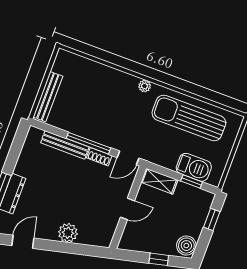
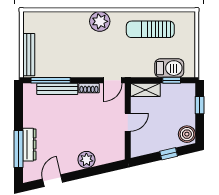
plant: (145, 86) -> (100, 21), width x1.88, depth x1.88
sun lounger: (189, 118) -> (150, 29), width x0.73, depth x0.75
window: (88, 143) -> (51, 80), moved

